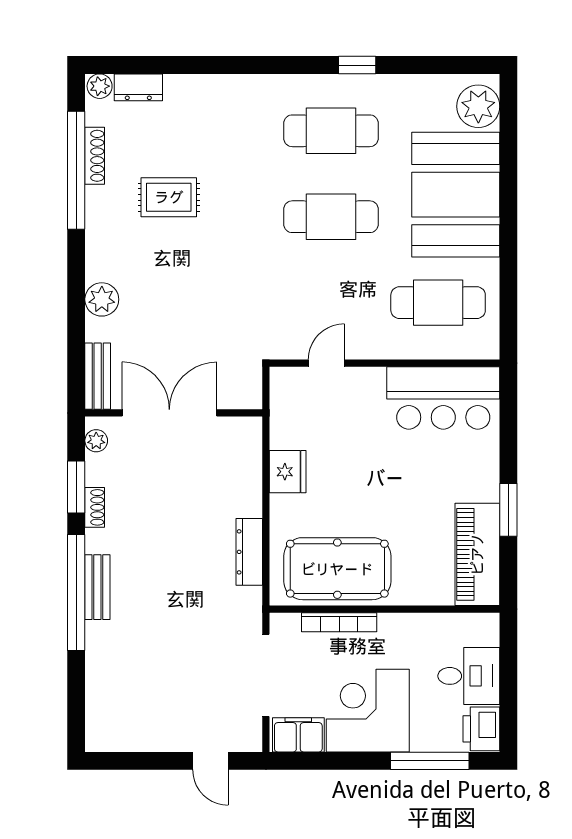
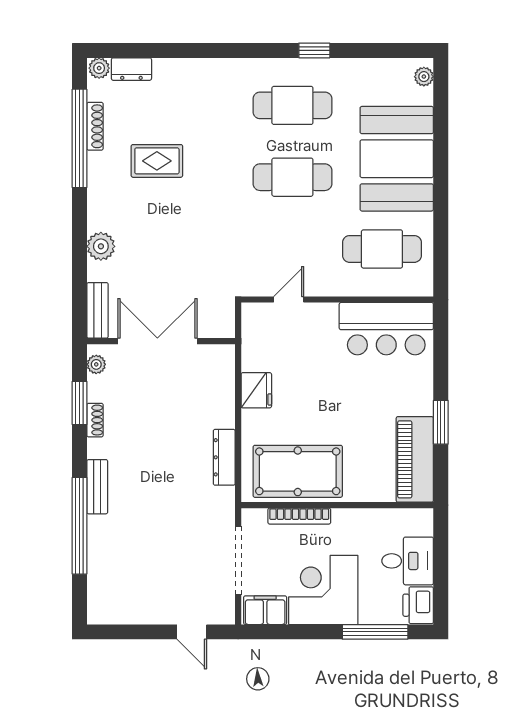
plant: (478, 106) -> (424, 77), width x0.53, depth x0.53
window: (76, 593) -> (80, 526), moved

